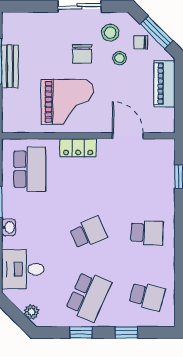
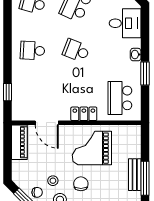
piano: (165, 84) -> (19, 142), moved
school desk: (88, 233) -> (76, 51), turned 45

